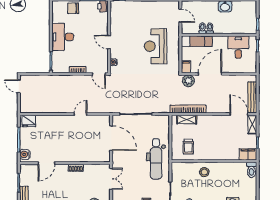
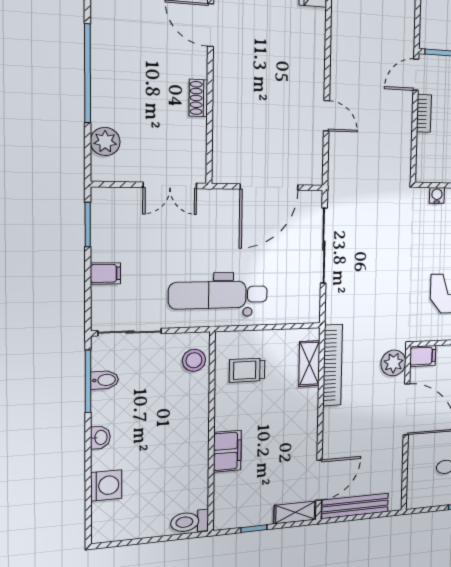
door: (99, 74) -> (416, 75), moved
filing cabinet: (248, 154) -> (227, 451), moved
stool: (204, 172) -> (194, 360), moved

